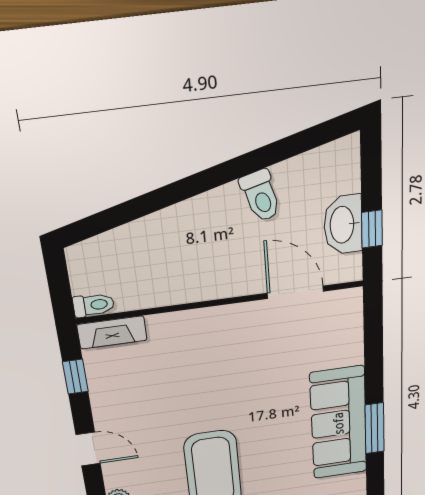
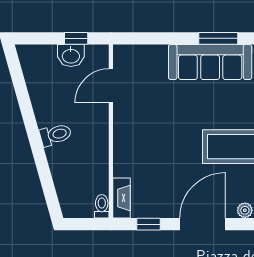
toilet: (261, 196) -> (56, 135), moved
washbasin: (343, 225) -> (71, 56), width x0.72
door: (88, 449) -> (203, 224), width x1.88

